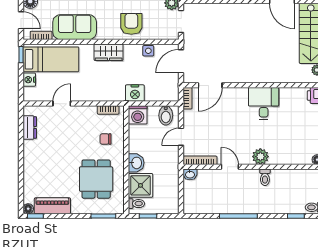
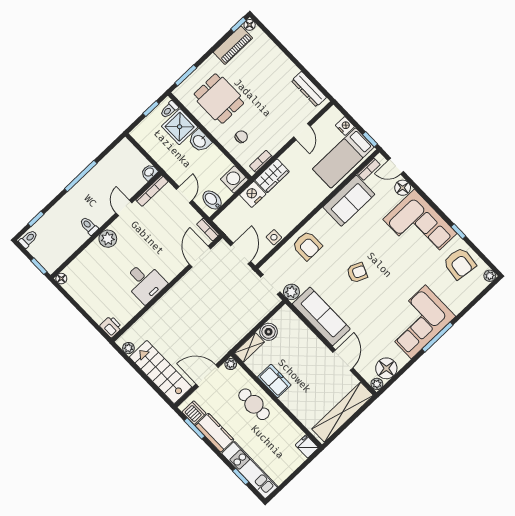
wardrobe: (109, 52) -> (272, 176), moved, turned 180
dresser: (30, 128) -> (309, 89), width x1.44
door: (230, 167) -> (124, 208), swing flipped

